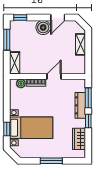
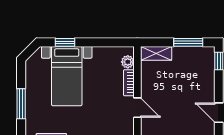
boiler: (43, 27) -> (205, 93), removed

